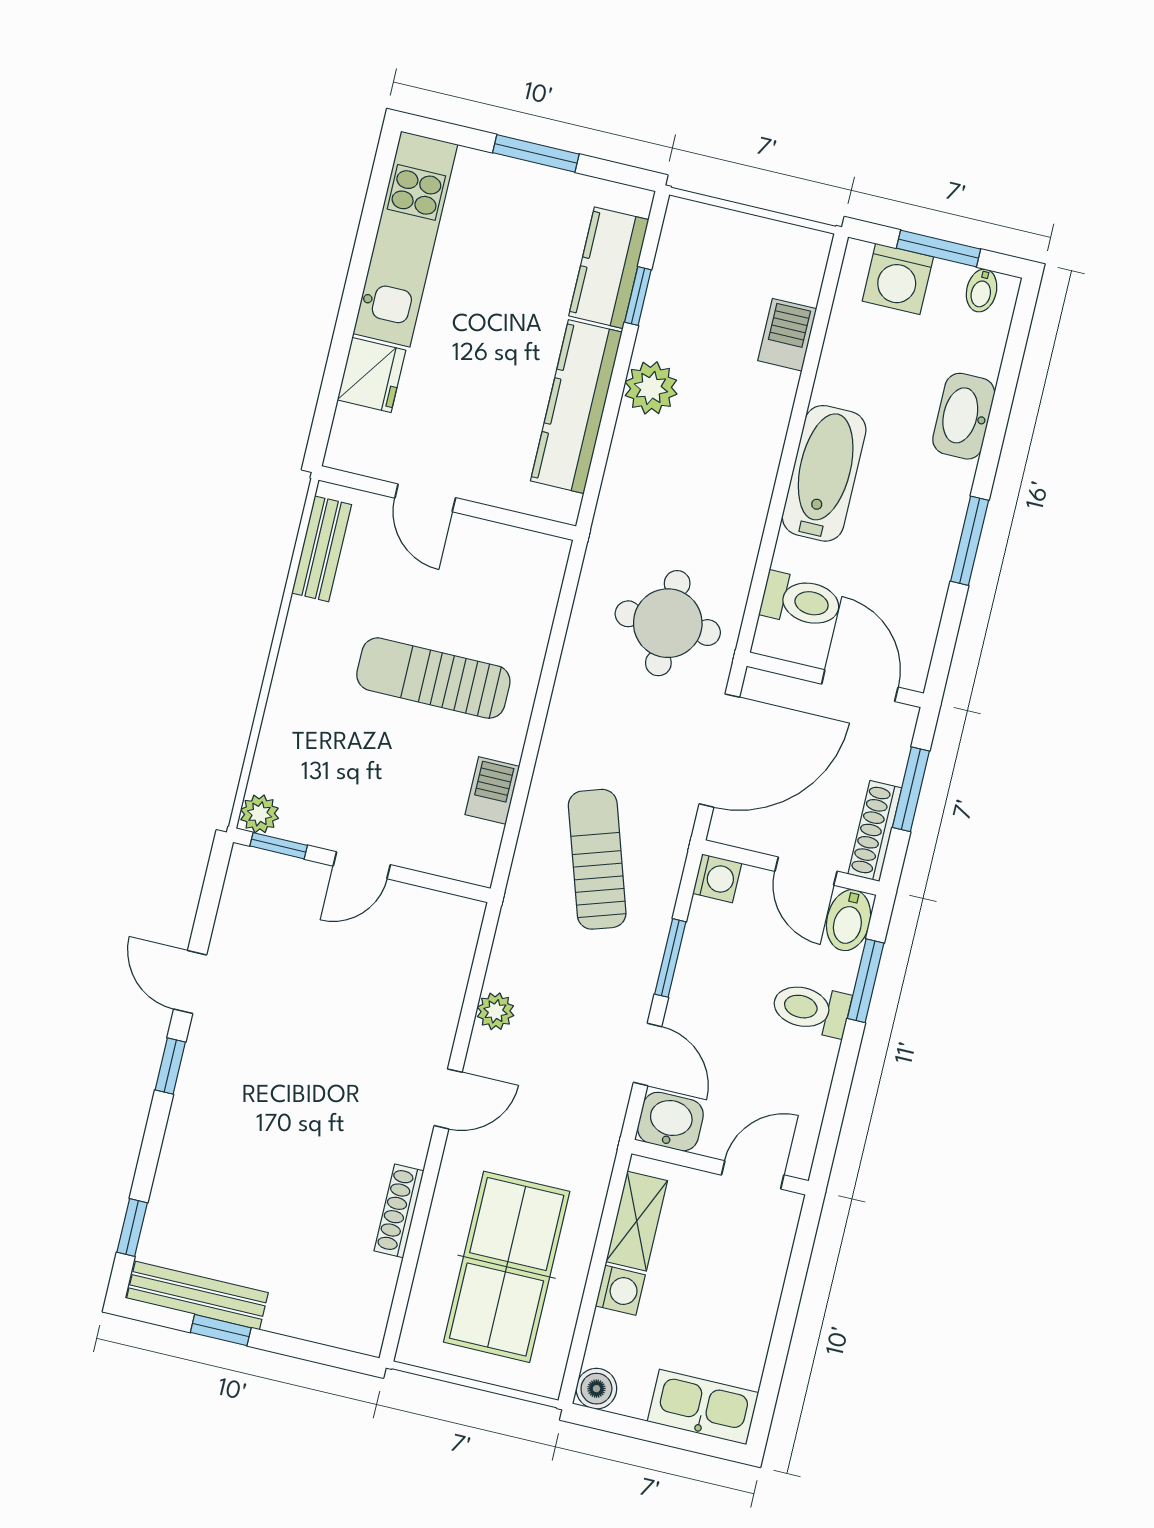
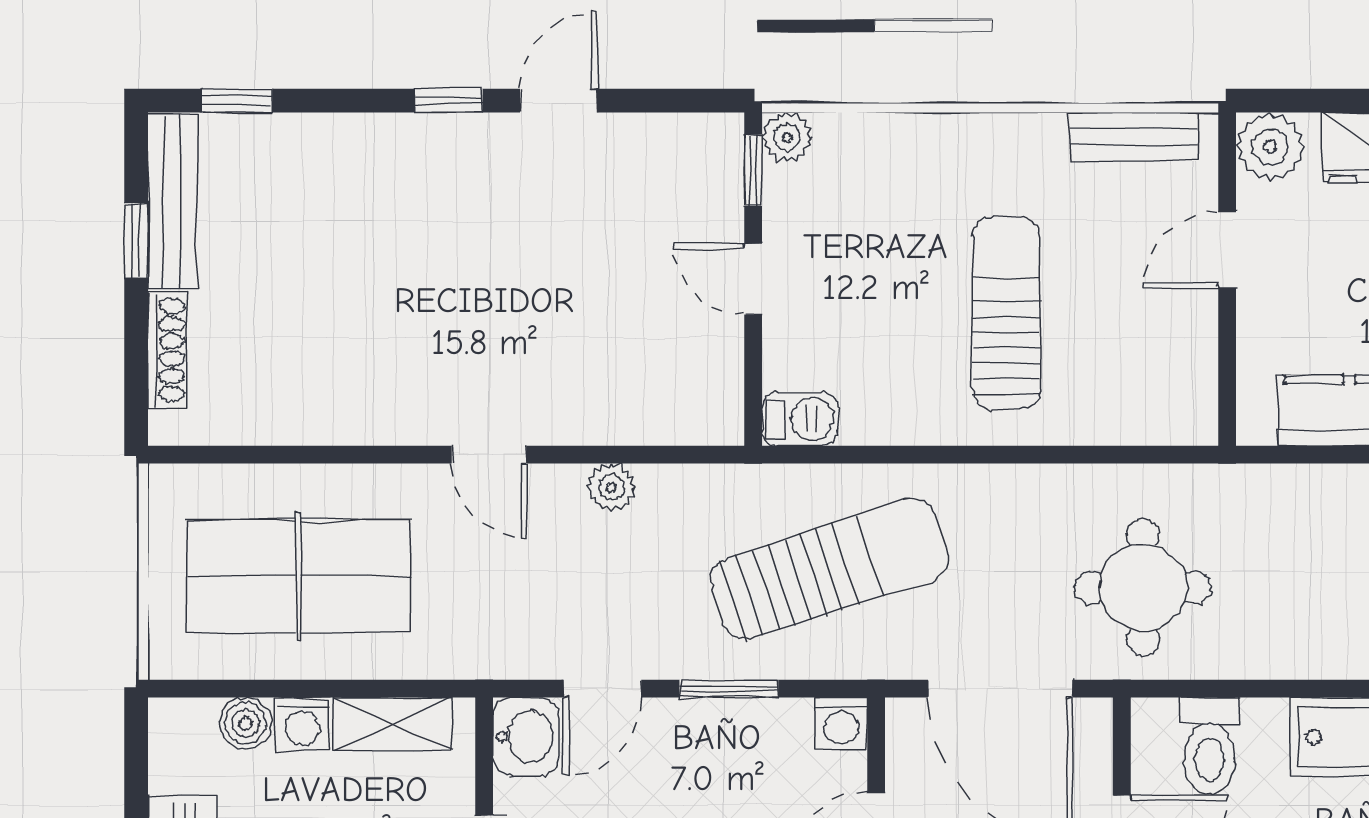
plant: (354, 446) -> (1270, 147), added
barbecue: (492, 790) -> (800, 419), moved
sun lounger: (597, 859) -> (830, 569), width x1.36, depth x1.34
shoe rack: (399, 1211) -> (167, 350), moved, turned 90
boiler: (596, 1389) -> (245, 723), moved

